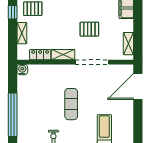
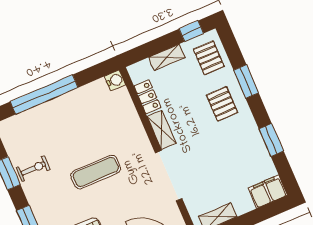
pallet: (89, 29) -> (222, 104), moved

